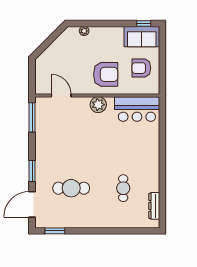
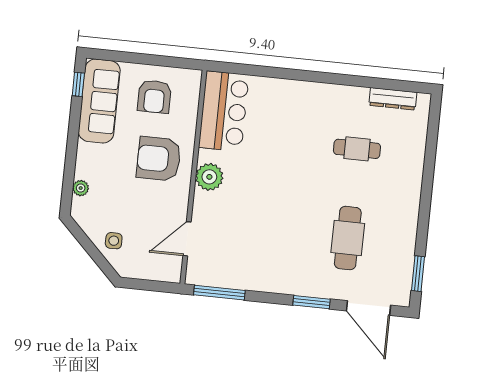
sofa: (142, 37) -> (99, 101), width x1.36
side table: (56, 53) -> (114, 241), added
armchair: (106, 74) -> (159, 159), turned -90

